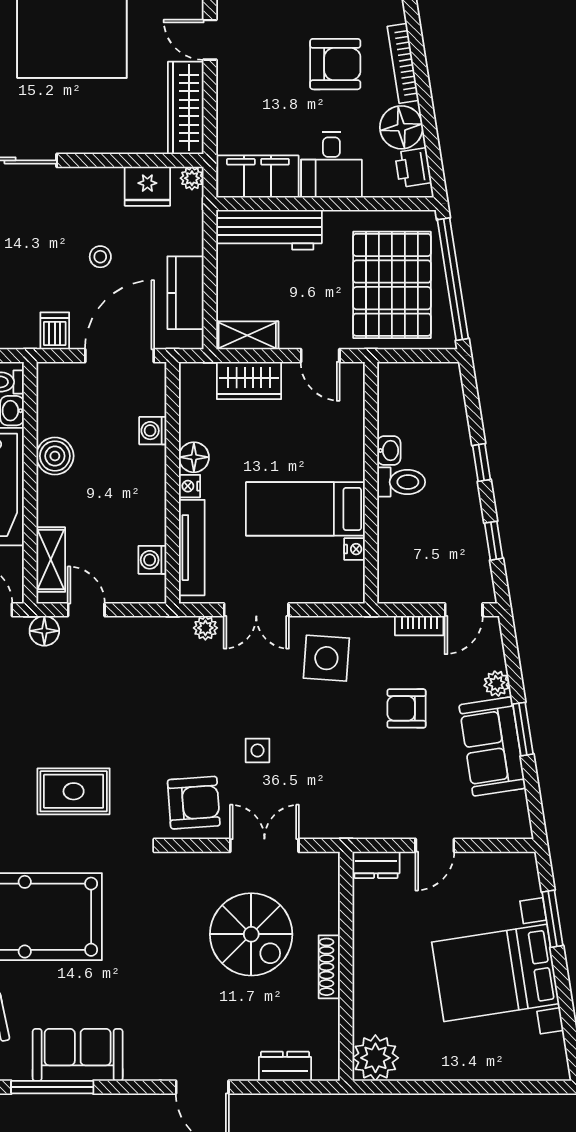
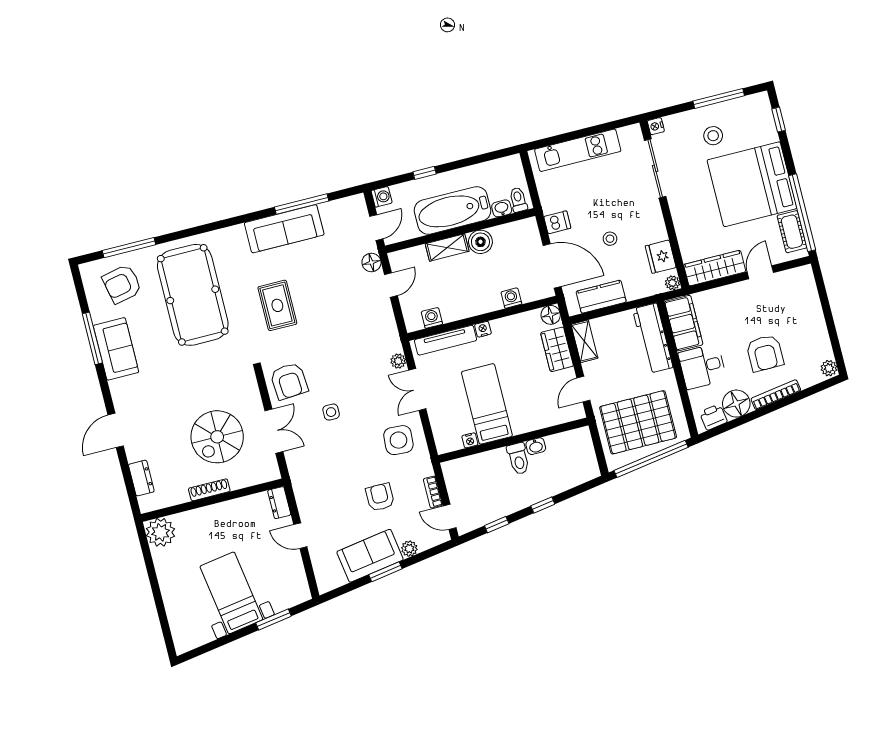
floor lamp: (194, 457) -> (551, 315), moved
shelving: (51, 560) -> (447, 248), moved
bed with nightstands: (495, 973) -> (231, 593), width x0.73

